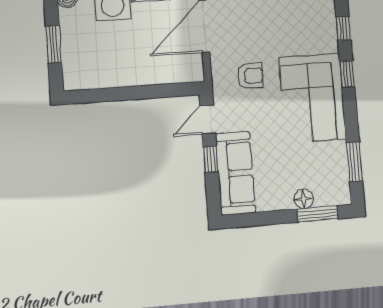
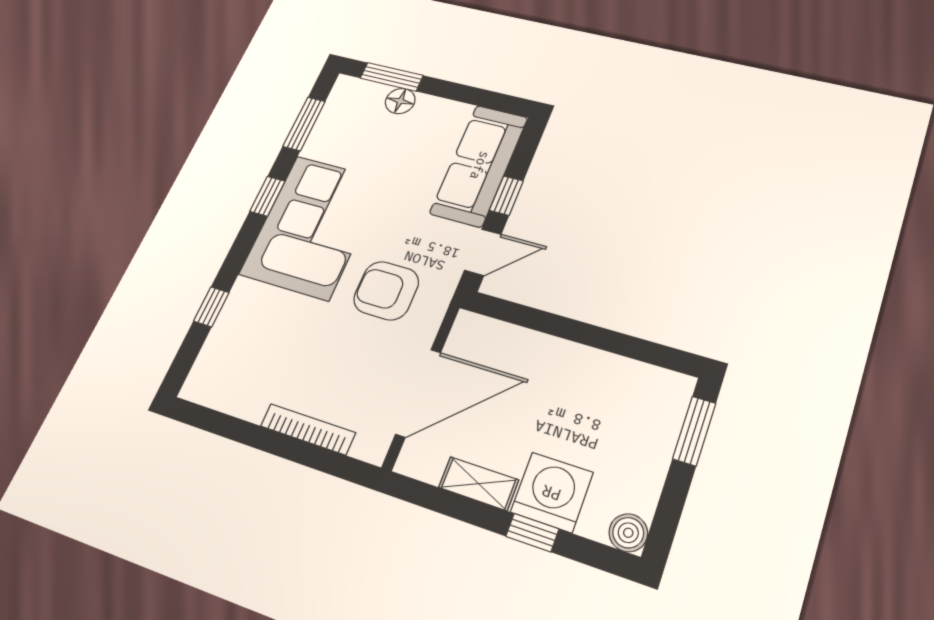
window: (54, 44) -> (694, 431), moved
window: (347, 74) -> (267, 196), moved
armchair: (250, 76) -> (386, 291), width x1.38, depth x1.38

